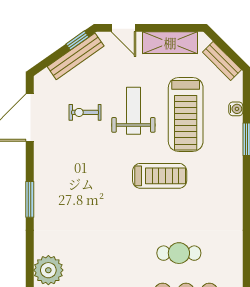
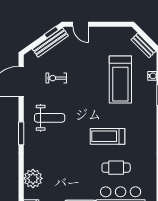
shelving: (170, 43) -> (110, 34), removed
weight bench: (133, 111) -> (50, 118), moved, turned 90
treadmill: (160, 176) -> (108, 136), moved, turned 180

